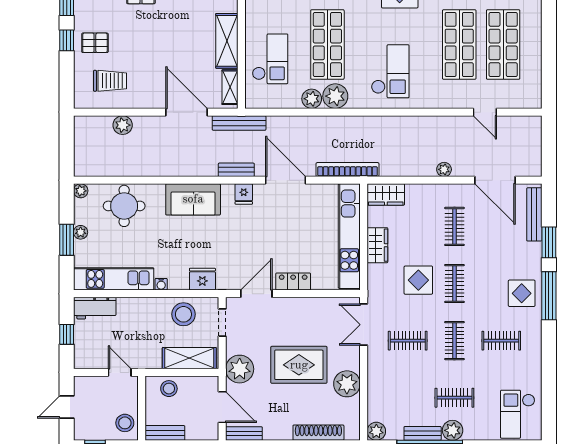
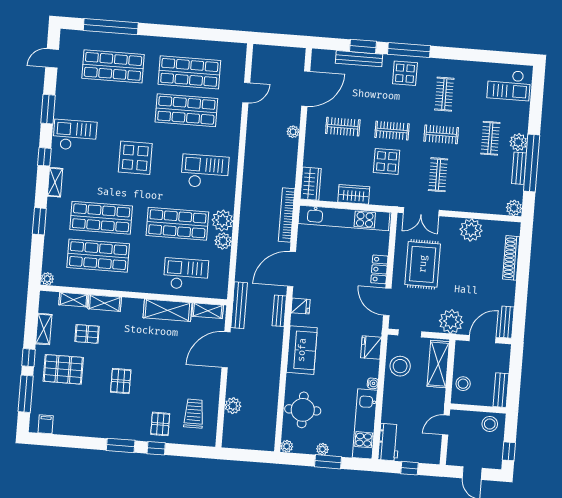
bench: (534, 214) -> (359, 59), moved
rug: (299, 365) -> (423, 264), moved

